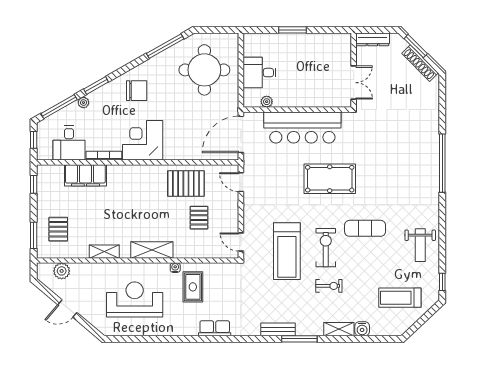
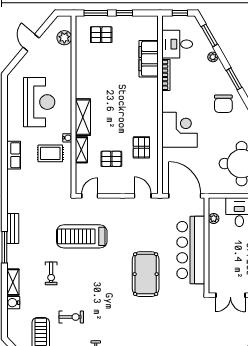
window: (96, 85) -> (234, 79), moved
window: (59, 107) -> (209, 35), width x0.69
corner desk: (143, 140) -> (180, 130), moved
door: (241, 182) -> (143, 196), hinge flipped
pallet: (186, 183) -> (141, 147), width x0.67, depth x0.71
window: (34, 184) -> (124, 13), moved
exercise mat: (365, 228) -> (102, 305), removed
exercise bike: (326, 248) -> (71, 317), moved, width x0.73, depth x0.72
shelving: (104, 252) -> (81, 150), moved
row of seats: (215, 328) -> (14, 155), moved

